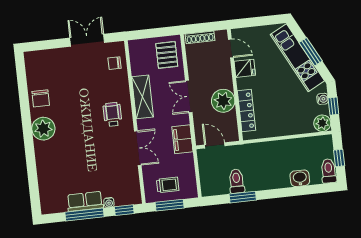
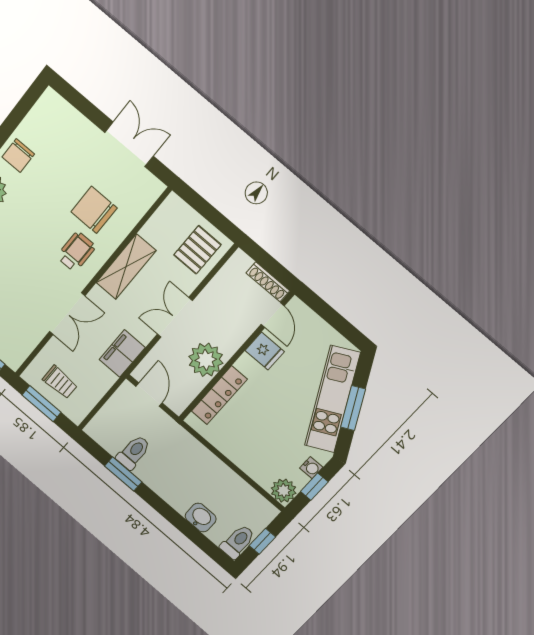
shoe rack: (200, 37) -> (268, 282), moved
chair: (115, 63) -> (94, 210), moved, width x1.87, depth x1.87

